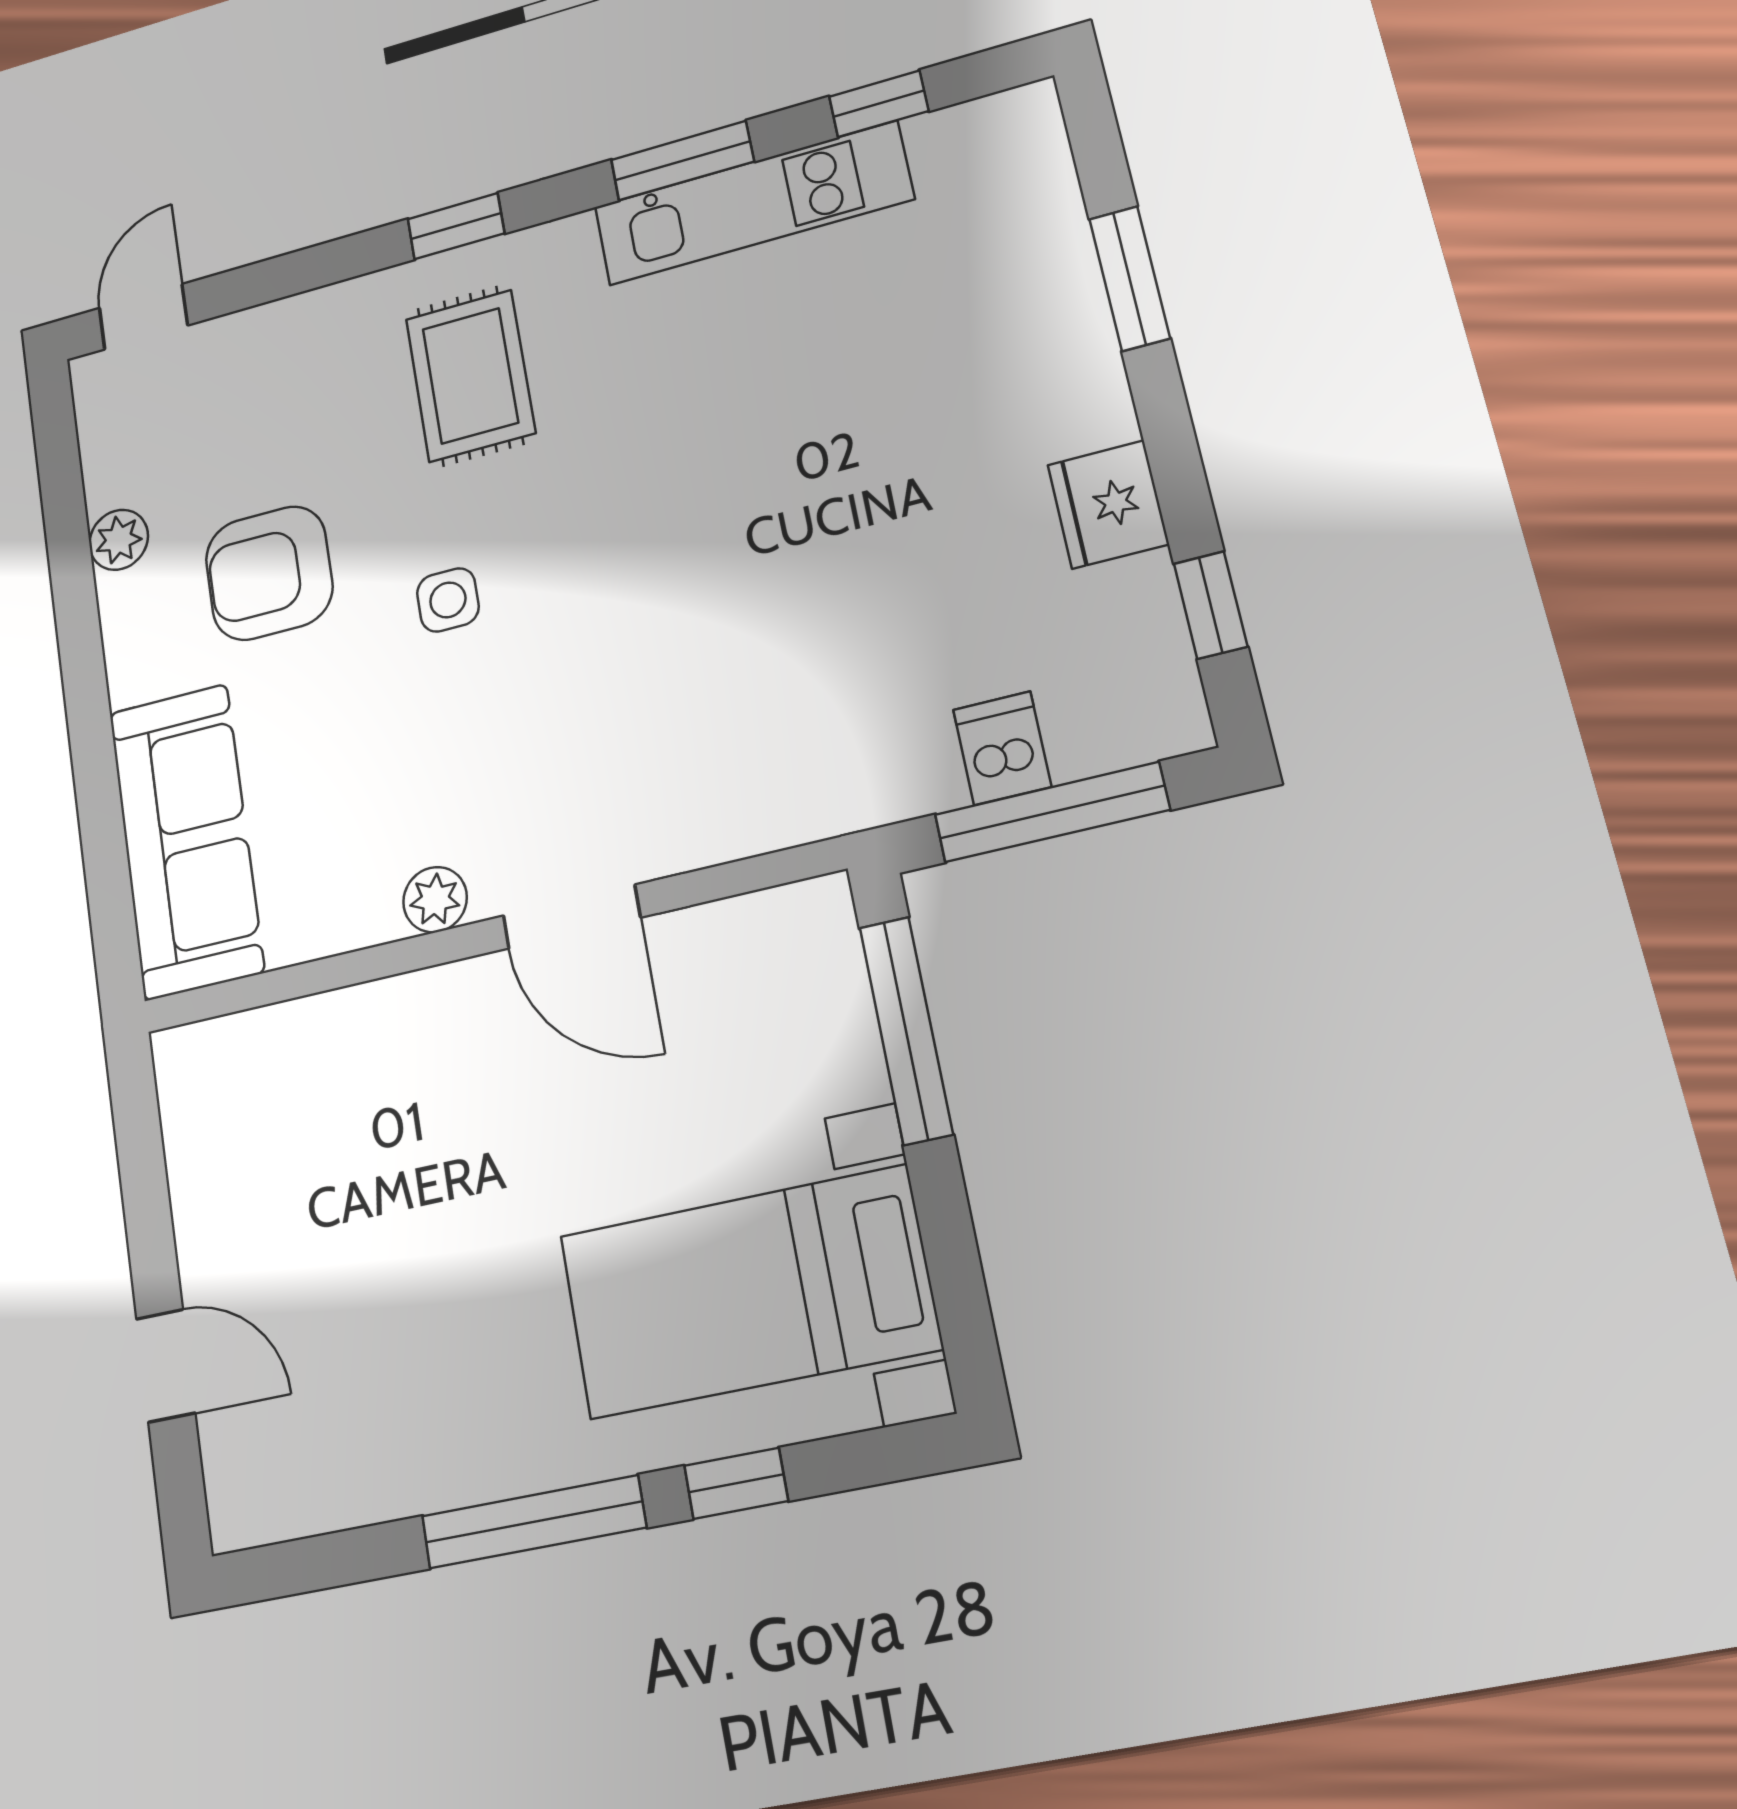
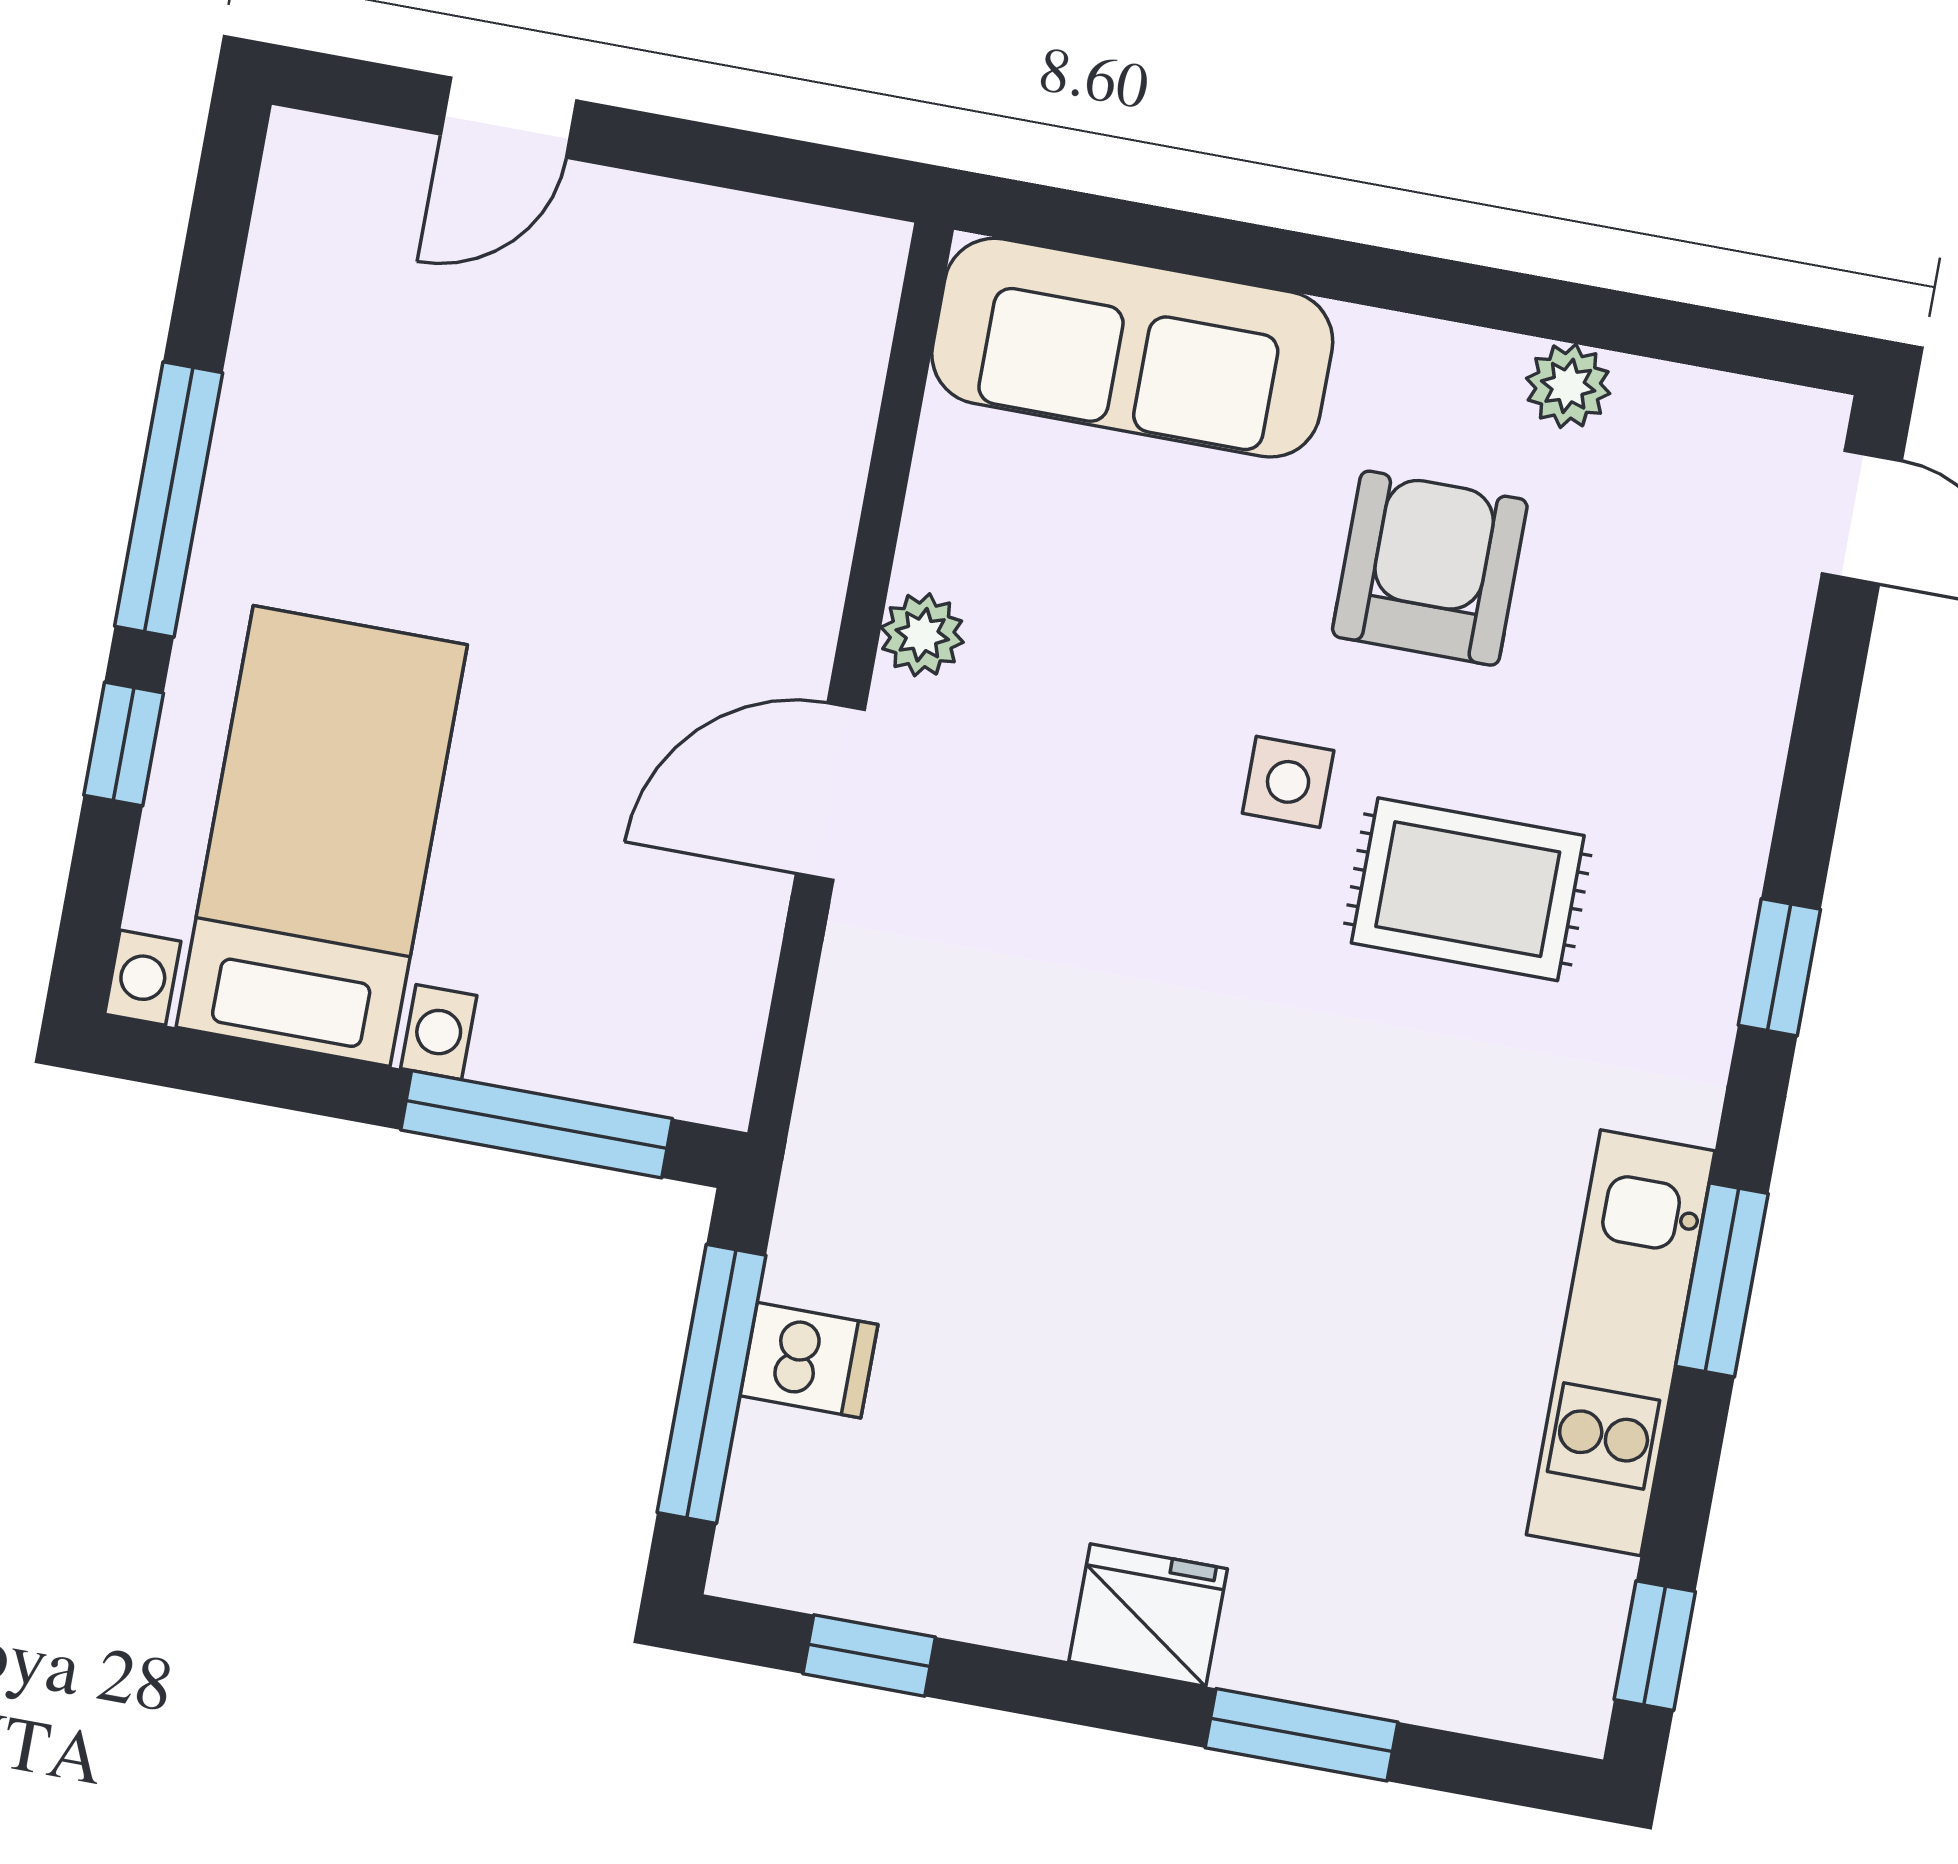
window: (879, 104) -> (1655, 1646), moved
rug: (470, 376) -> (1468, 889), moved
fridge: (1108, 504) -> (1148, 1615), moved

